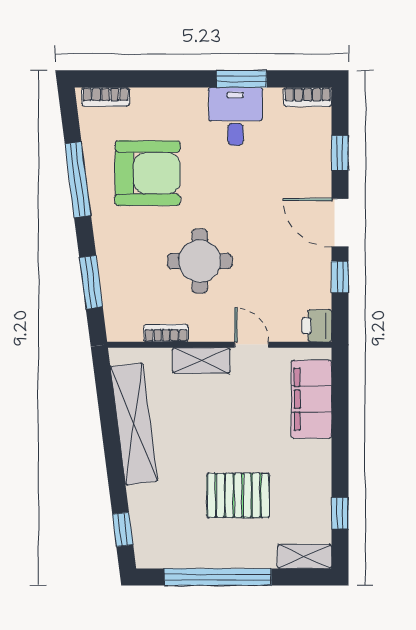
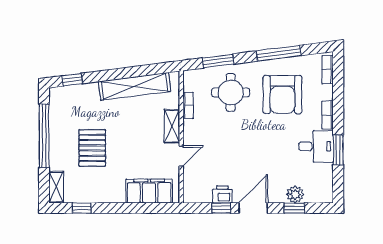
bookcase: (308, 97) -> (328, 115), moved
plant: (317, 152) -> (295, 194), added
round table: (200, 261) -> (231, 92), moved
printer: (317, 326) -> (222, 194), moved

